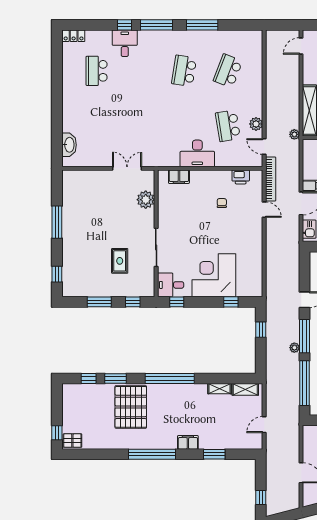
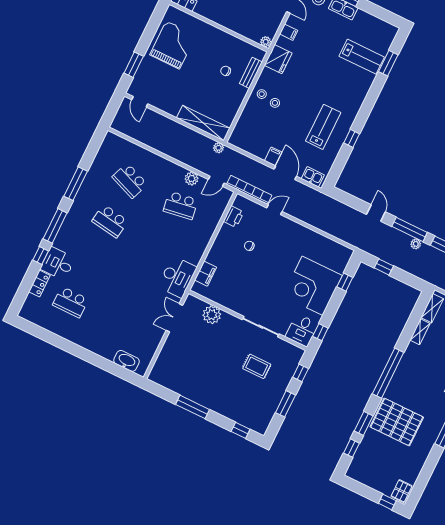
locker: (74, 36) -> (39, 284), moved
desk: (197, 153) -> (177, 277), moved

